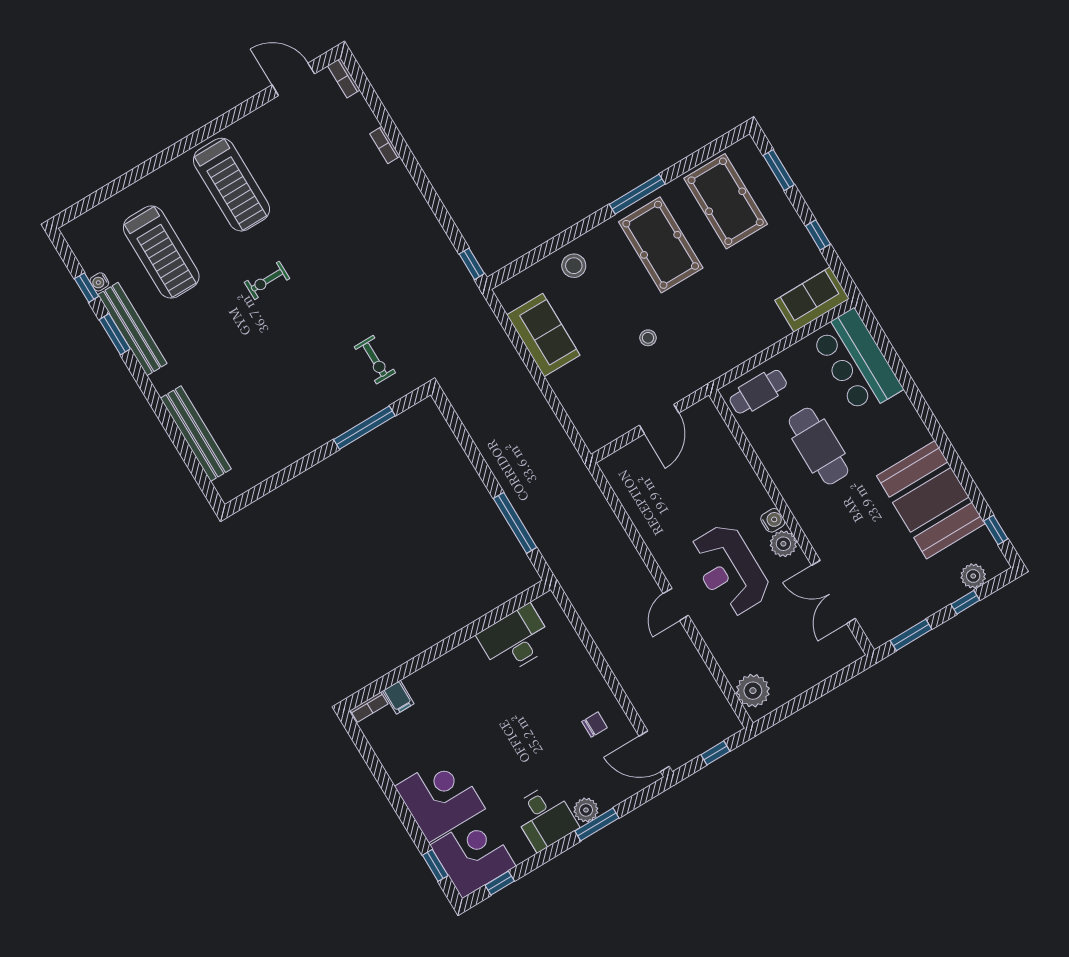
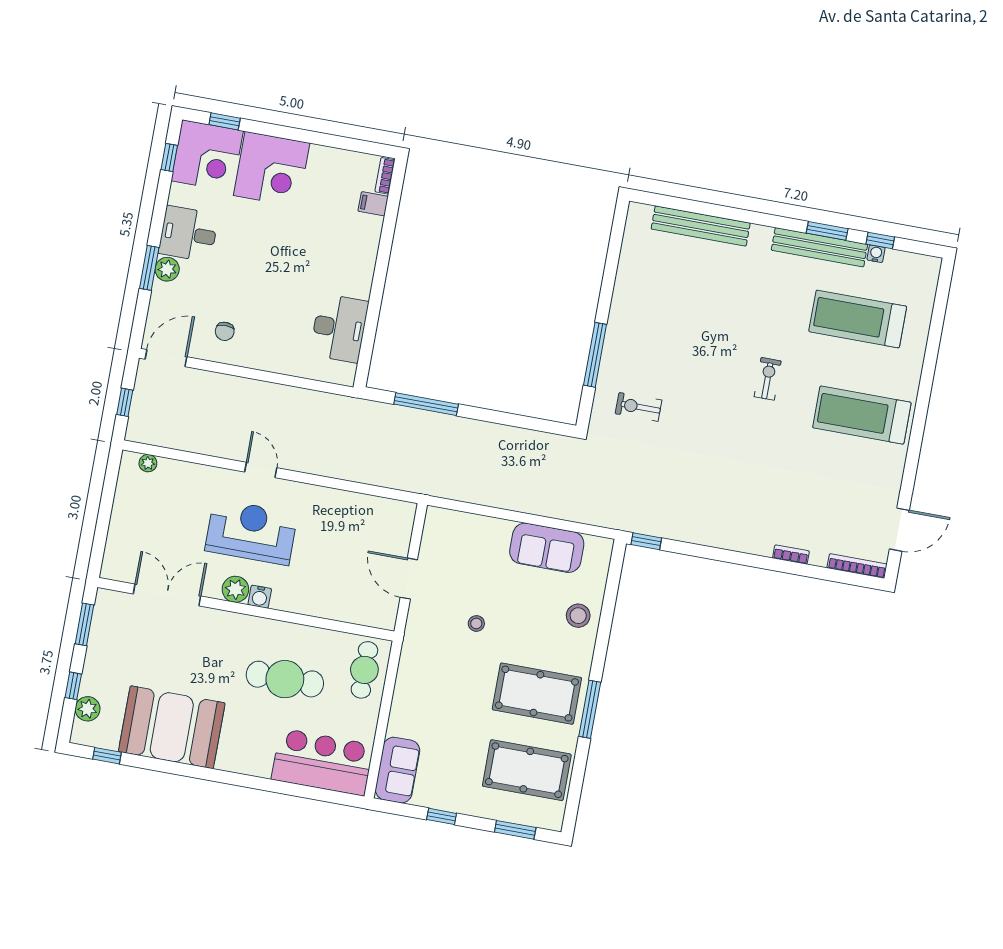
bookcase: (344, 78) -> (857, 566), width x1.56
plant: (753, 691) -> (148, 463), width x0.53, depth x0.53

